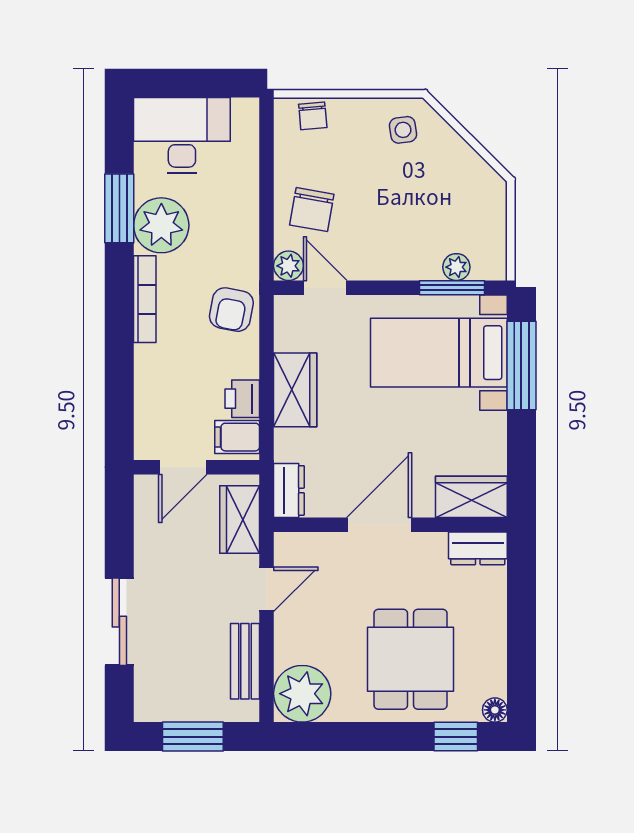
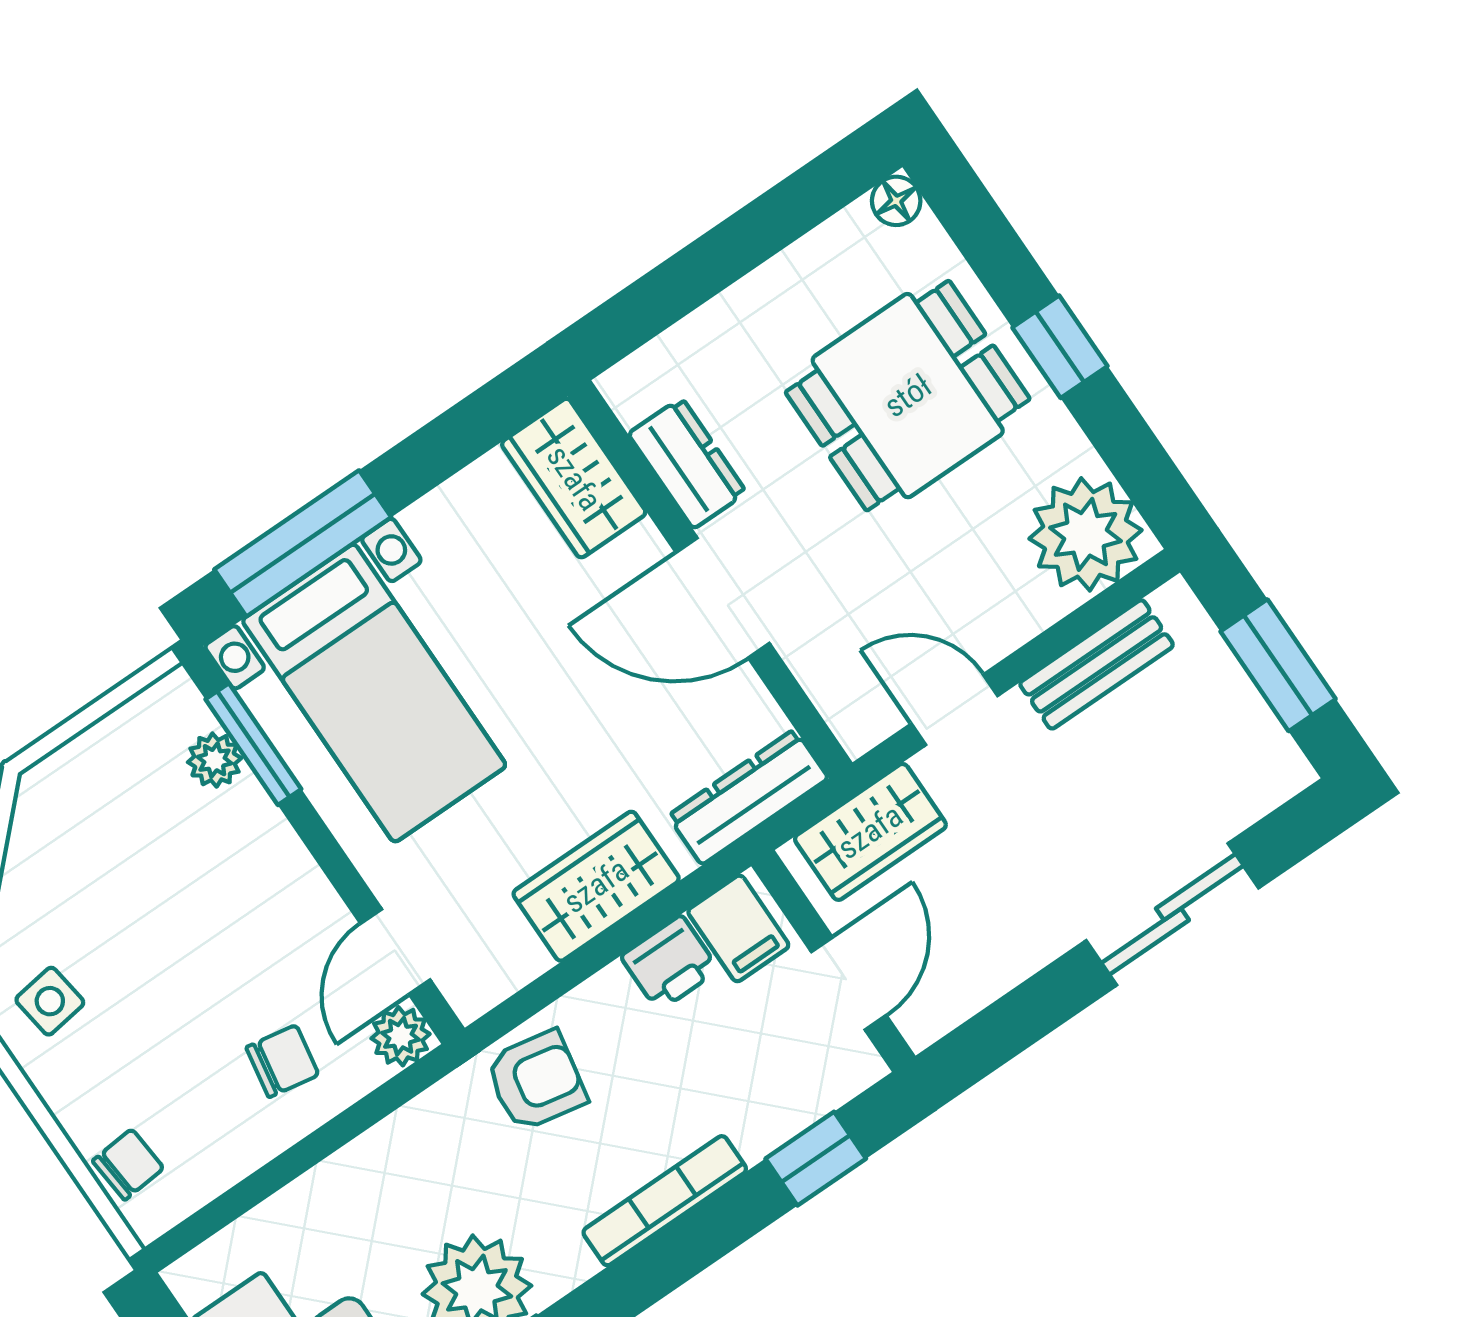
chair: (312, 210) -> (282, 1061), width x0.73, depth x0.73
bookcase: (145, 299) -> (665, 1201), moved
window: (119, 404) -> (816, 1159), added
door: (183, 467) -> (849, 984), hinge flipped
dresser: (289, 490) -> (748, 797), width x1.44
dresser: (478, 548) -> (687, 463), moved
window: (456, 737) -> (1060, 347), moved

